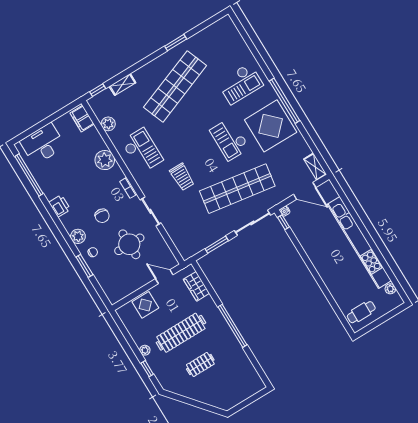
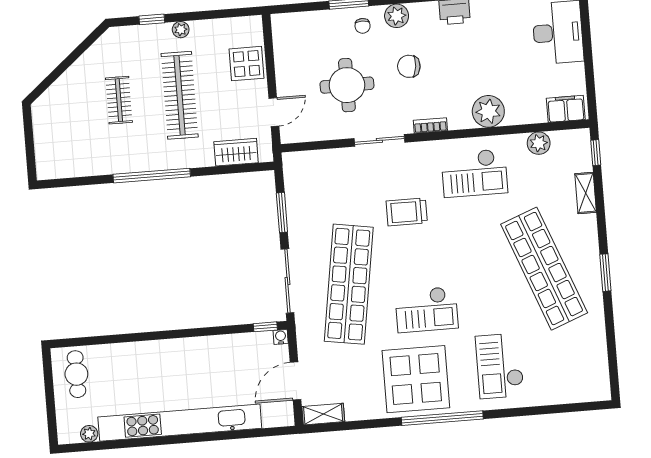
window: (176, 43) -> (605, 273), moved
checkout: (230, 139) -> (427, 309), turned 180

